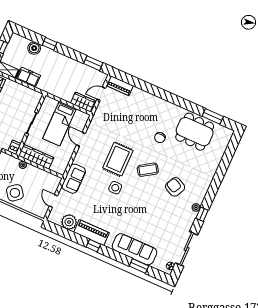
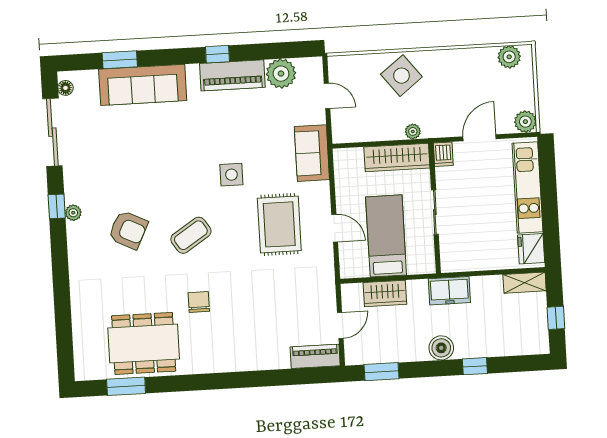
boiler: (34, 48) -> (441, 348), moved
freezer: (28, 77) -> (449, 291), moved
wardrobe: (83, 102) -> (385, 293), moved
rug: (118, 159) -> (279, 224), moved

